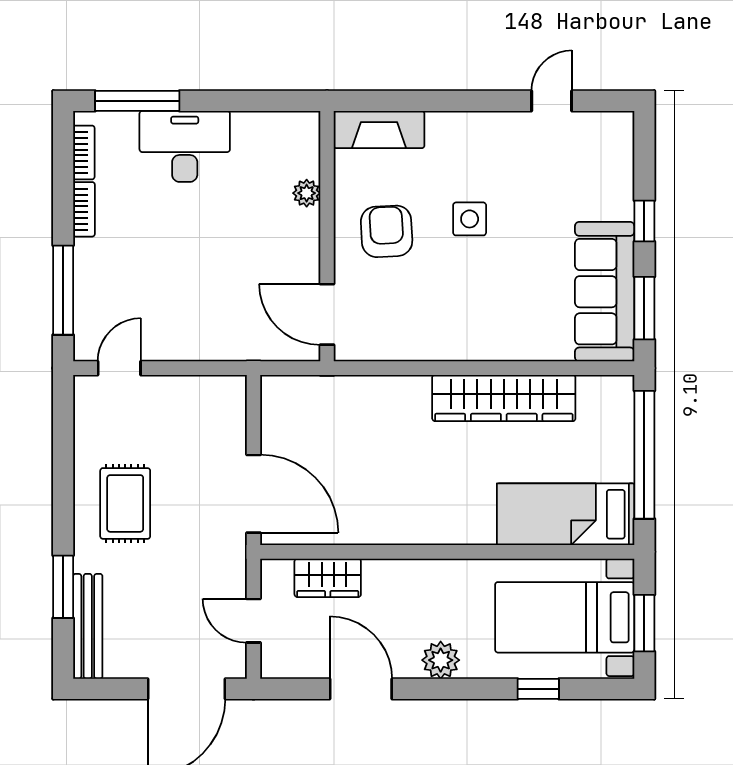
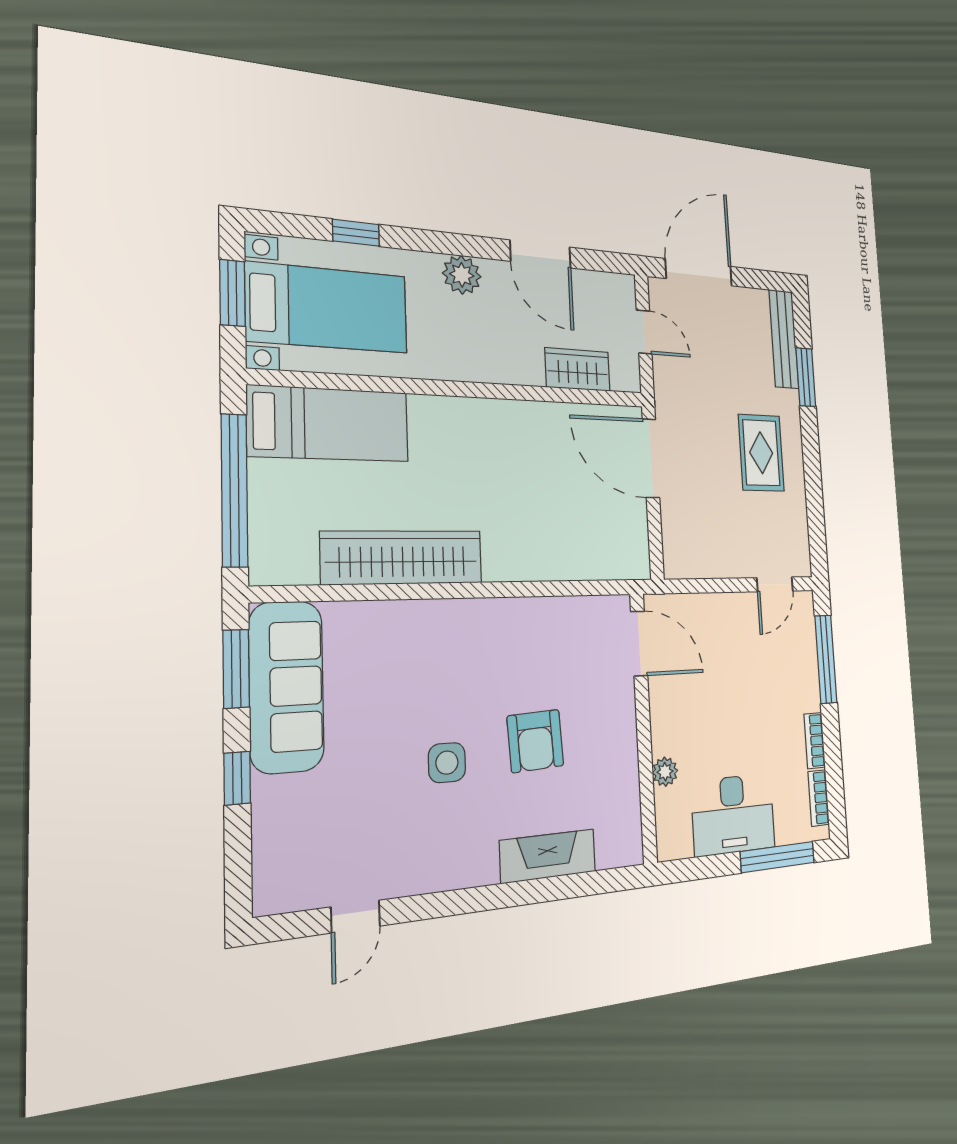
plant: (307, 193) -> (665, 772), moved
wall: (327, 236) -> (643, 727), moved
door: (327, 314) -> (639, 644), moved

